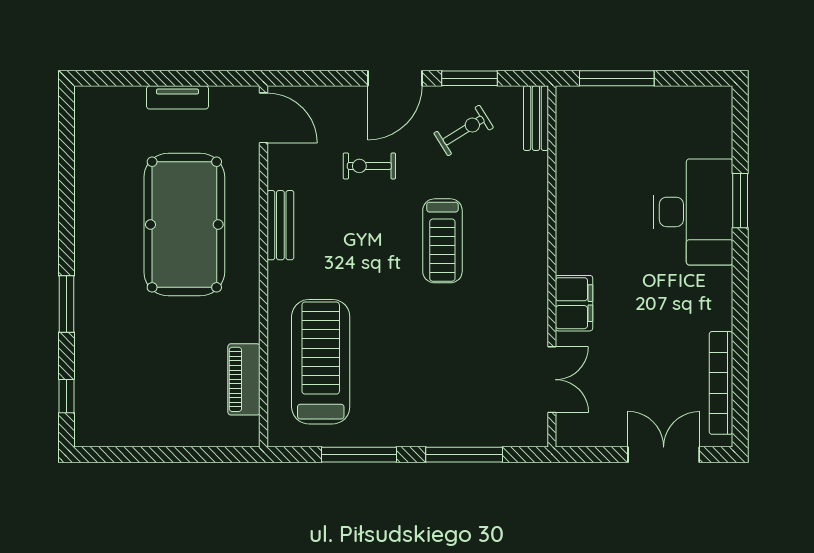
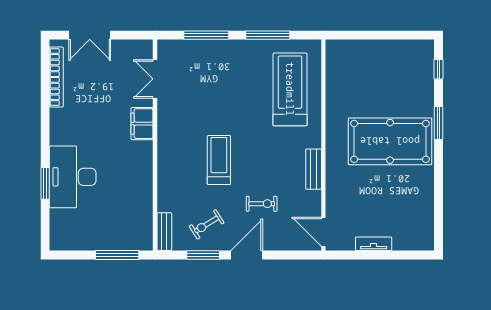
pool table: (184, 225) -> (390, 141), moved, turned 90
treadmill: (321, 362) -> (290, 89), turned 180
piano: (244, 379) -> (335, 79), removed

